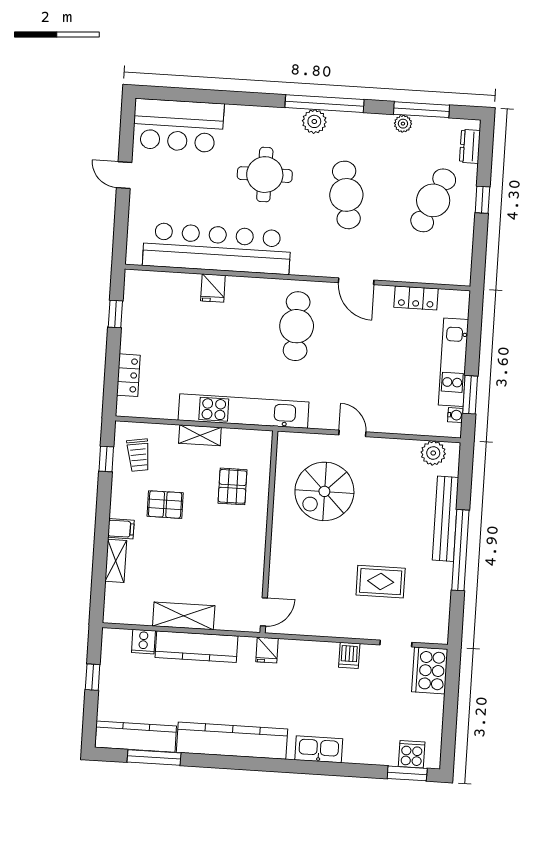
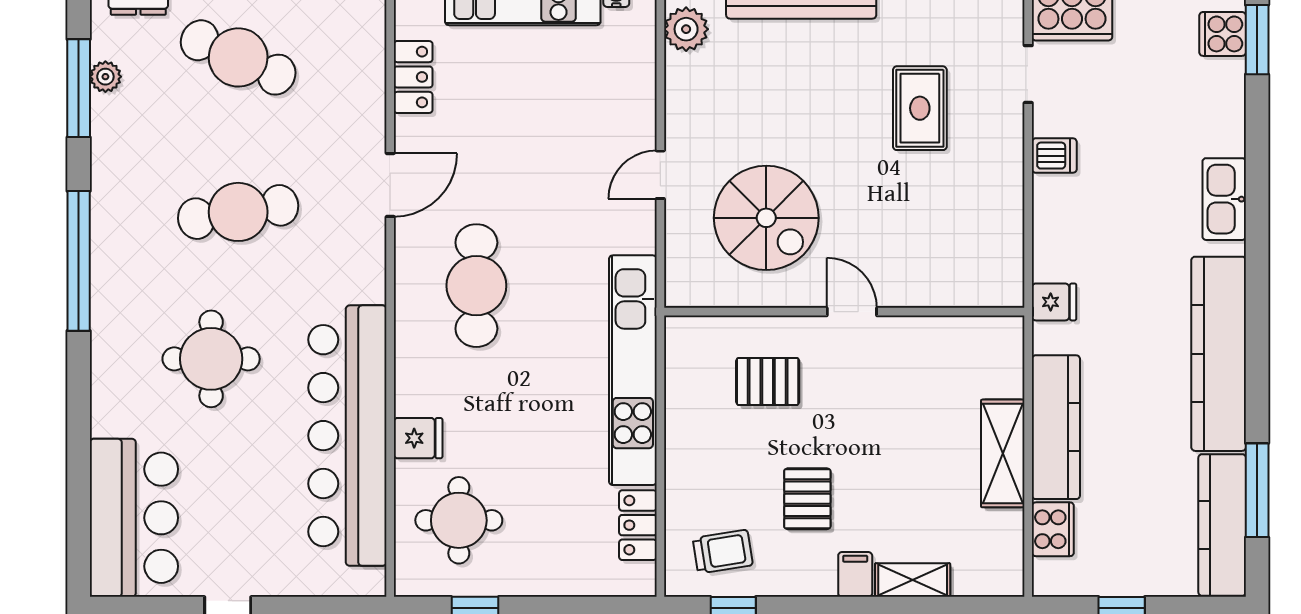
plant: (314, 121) -> (111, 277), removed
plant: (403, 124) -> (105, 77), moved
round table: (165, 308) -> (459, 520), added
cafe table: (297, 326) -> (476, 286), turned 90
locker: (128, 375) -> (638, 525), moved, turned -90
shelving: (200, 435) -> (681, 445), removed
door: (264, 612) -> (852, 312), moved
cooker: (143, 642) -> (1053, 529), width x1.36

